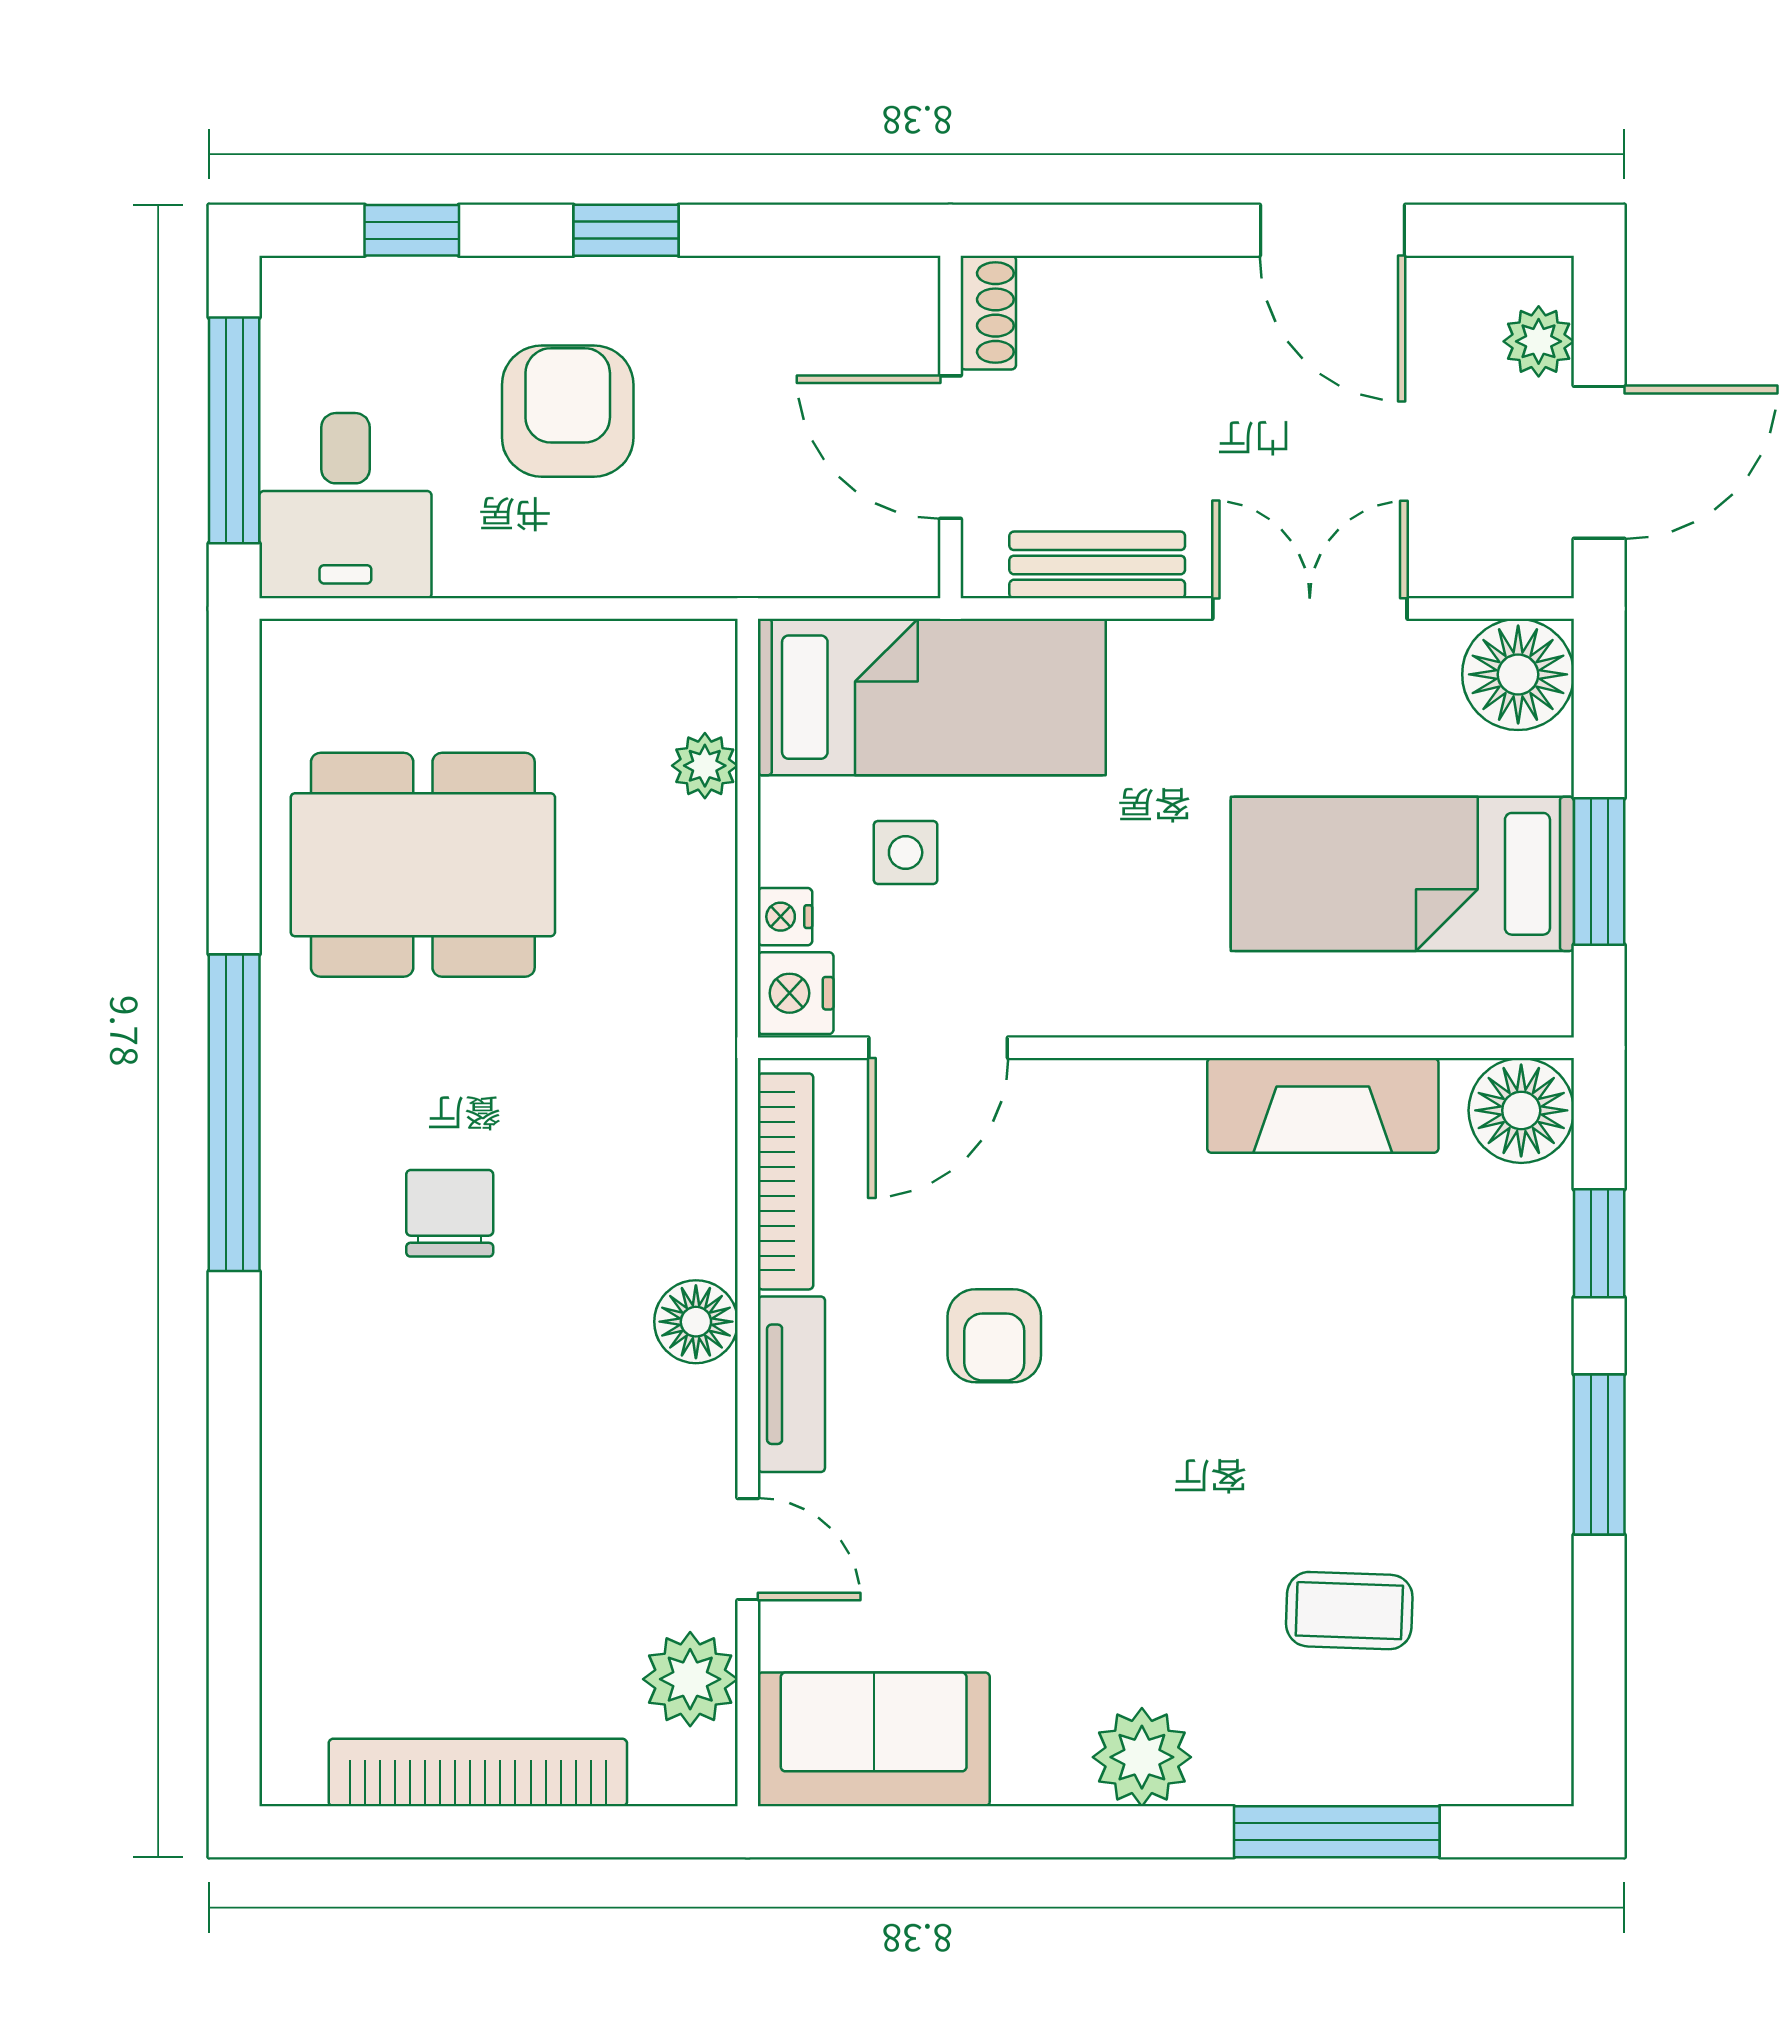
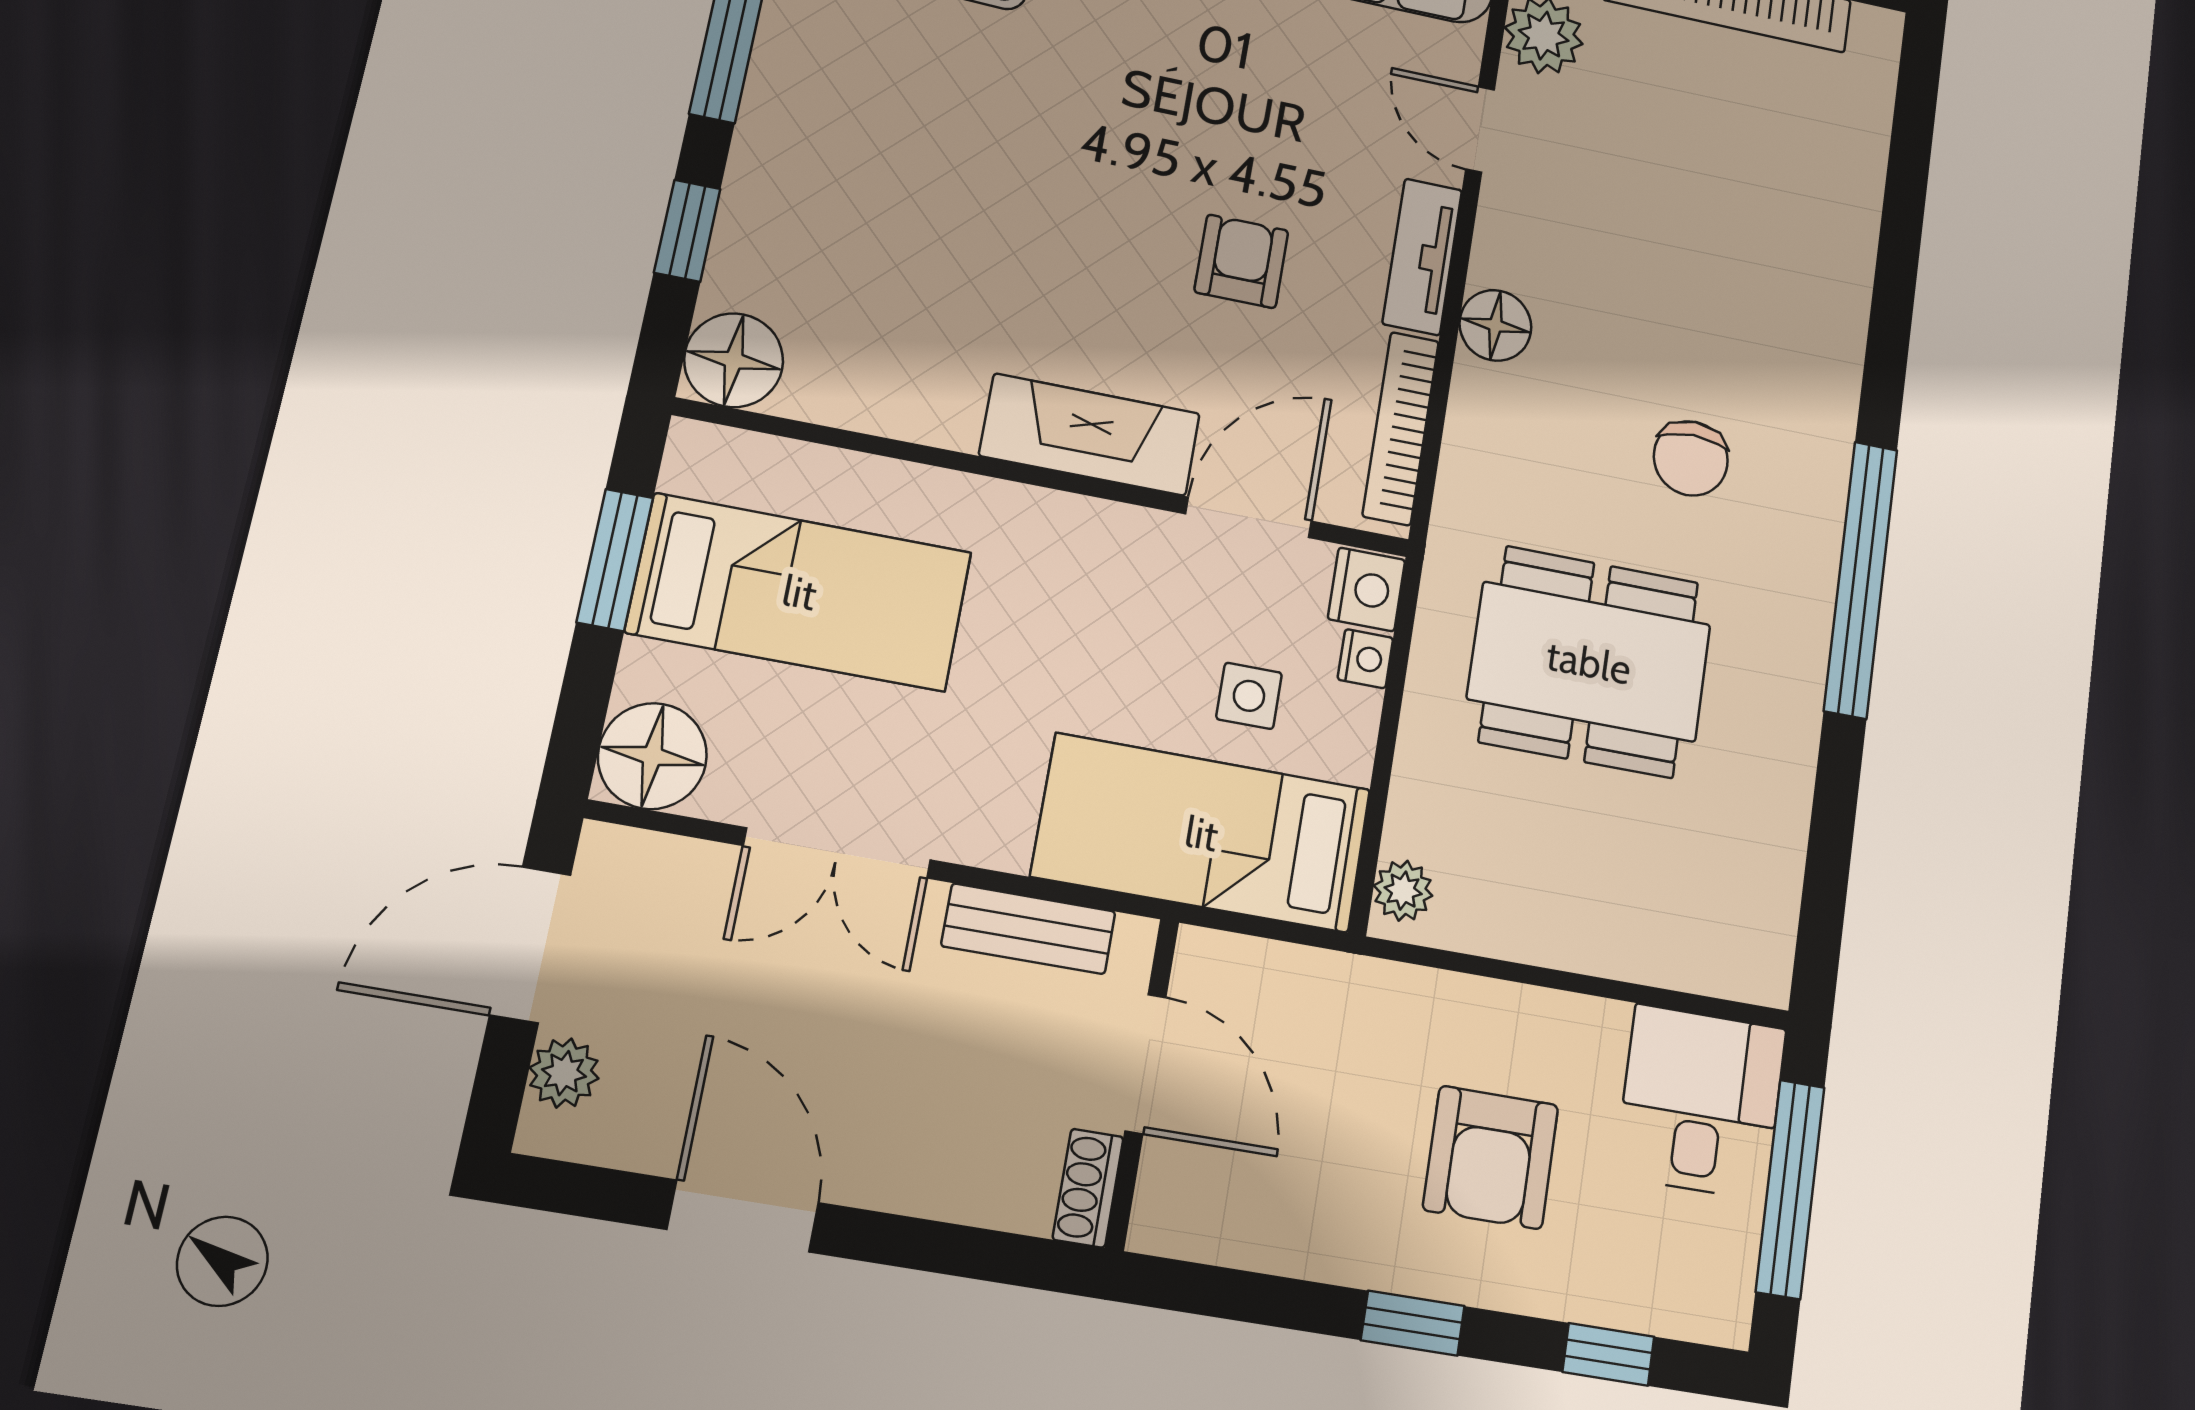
plant: (705, 766) -> (1403, 891), moved
dining table: (423, 865) -> (1589, 662), moved
fireplace: (1323, 1105) -> (1090, 435), moved

